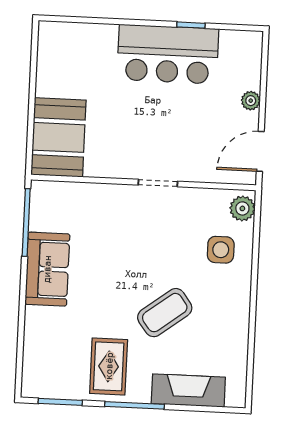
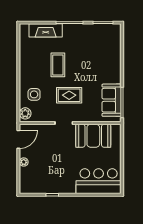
bar counter: (168, 54) -> (99, 181), moved
booth: (59, 137) -> (93, 136), moved, turned 90
sofa: (47, 269) -> (112, 100), moved
coffee table: (165, 313) -> (58, 65), turned -53
rug: (109, 366) -> (69, 95), moved, turned 90

